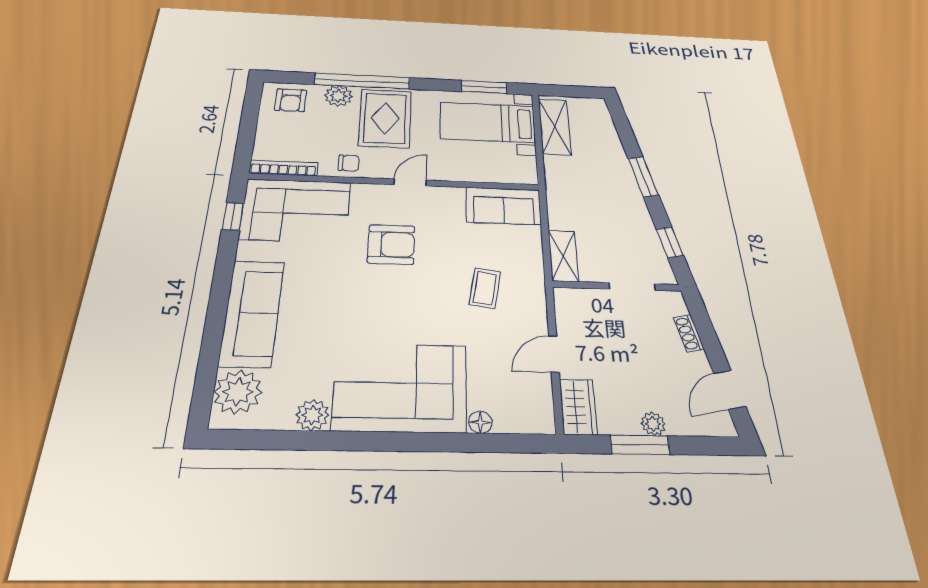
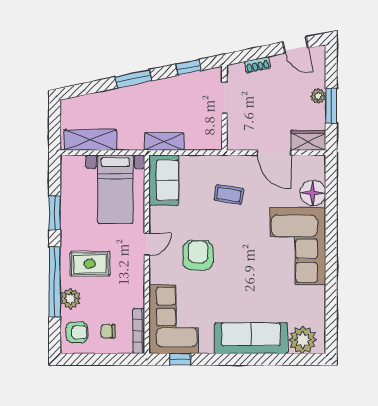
window: (484, 87) -> (55, 213), moved
rug: (385, 118) -> (90, 264), width x0.73, depth x0.70
bed with nightstands: (488, 122) -> (115, 189), moved
chair: (349, 163) -> (108, 331), moved, turned -90
door: (410, 182) -> (147, 244), swing flipped
shelving: (563, 256) -> (164, 142), moved
door: (554, 354) -> (274, 153), width x1.38
plant: (312, 415) -> (316, 296), removed
floor lamp: (480, 422) -> (313, 193), width x1.89, depth x1.89

